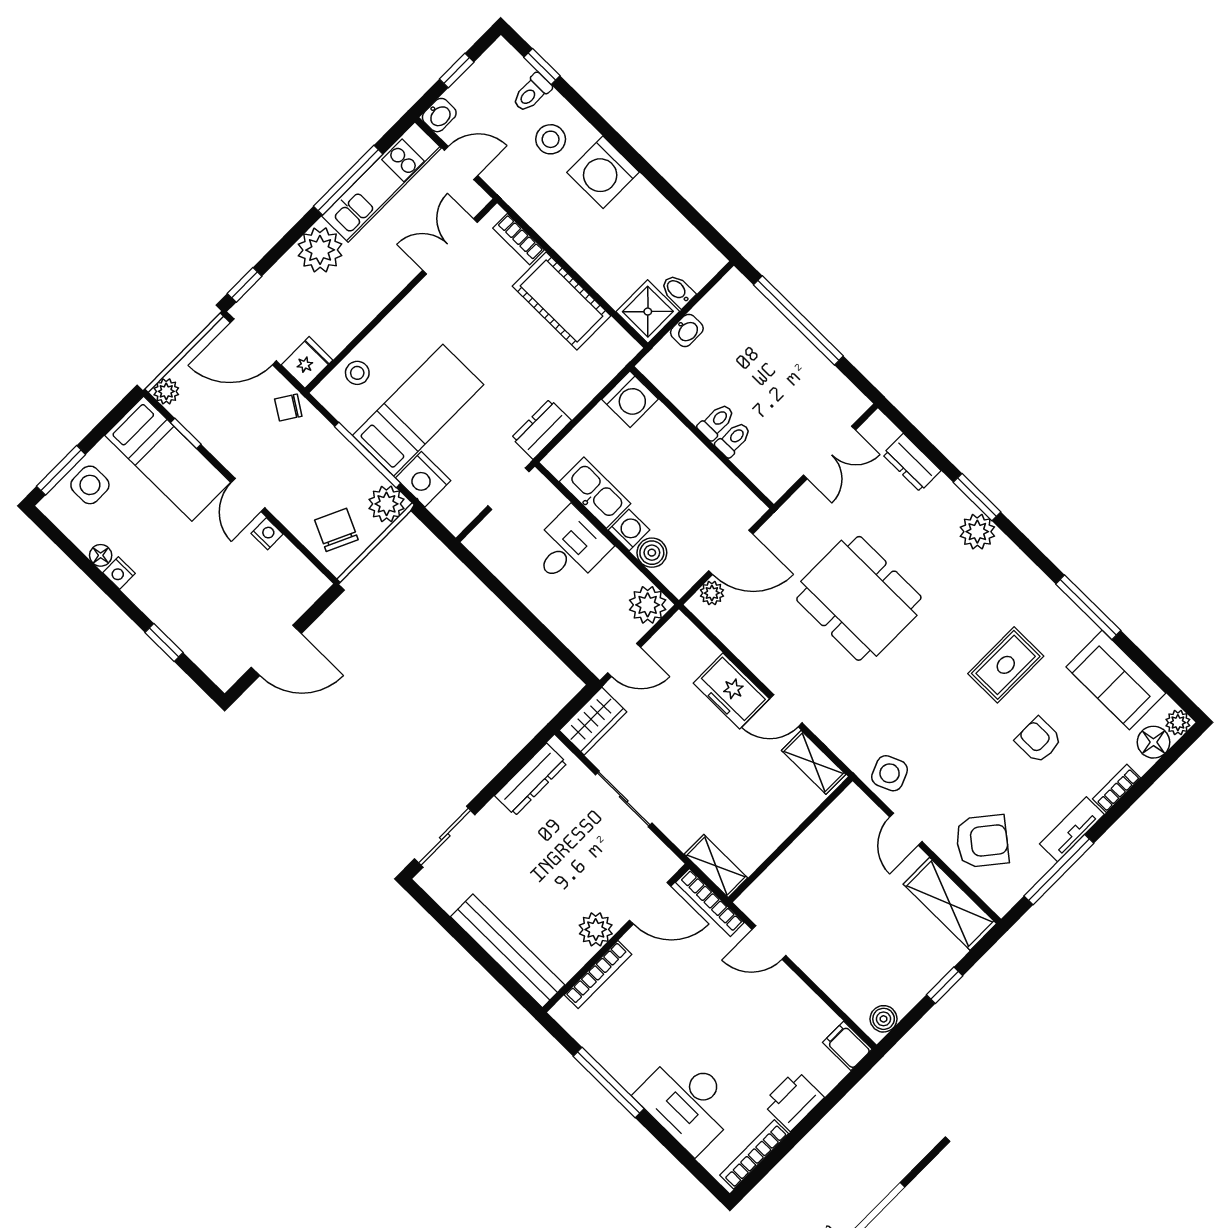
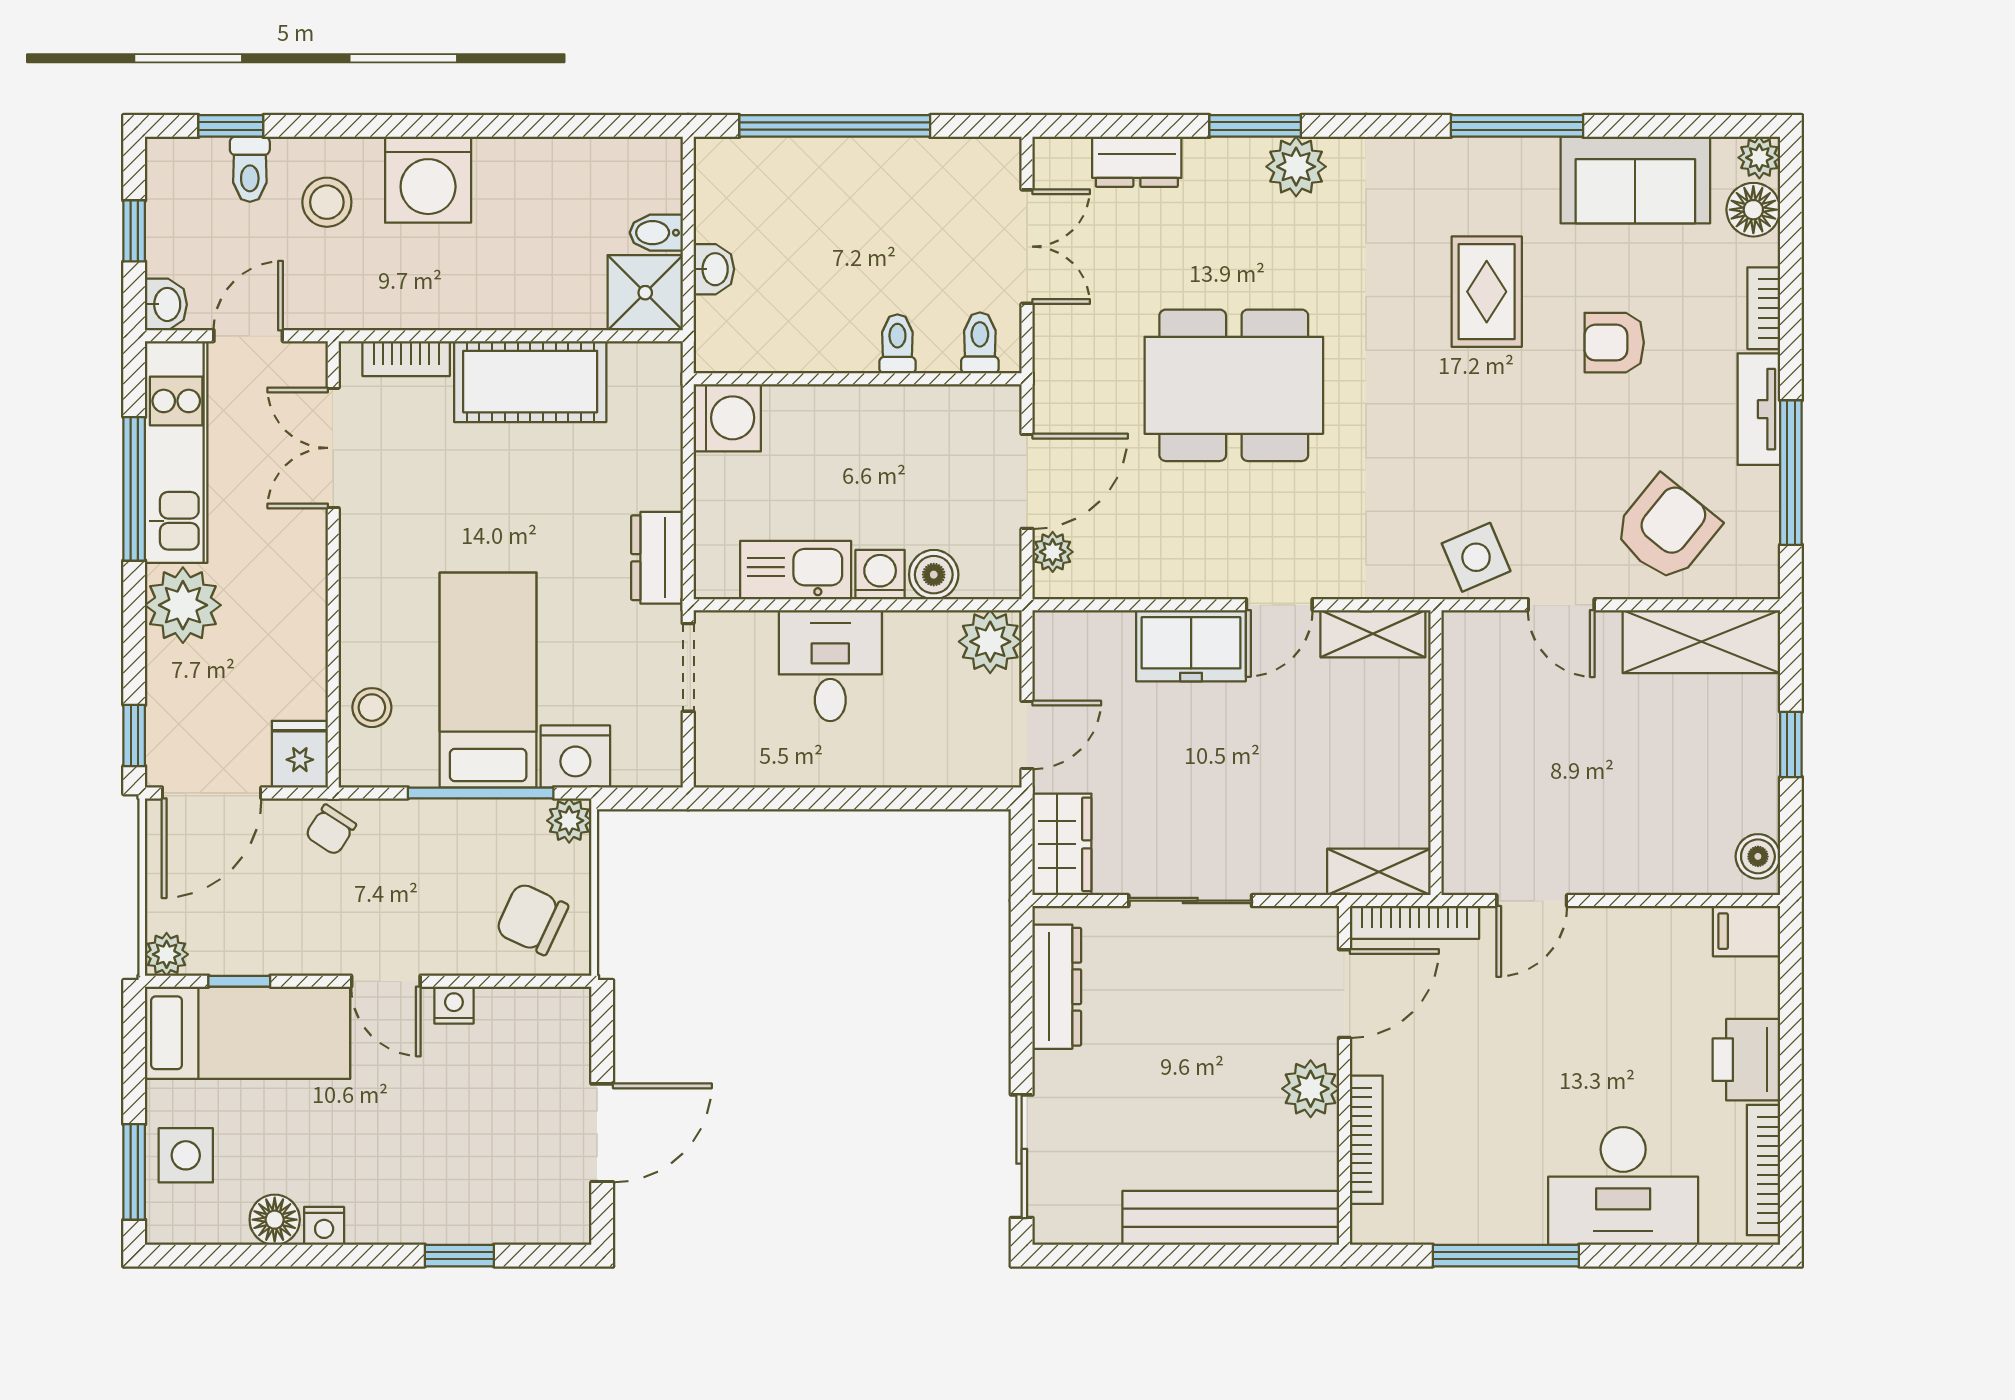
toilet: (716, 422) -> (980, 343), moved
plant: (387, 504) -> (569, 821), width x0.73, depth x0.73
floor lamp: (101, 555) -> (275, 1220), width x1.37, depth x1.37

